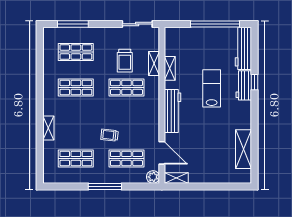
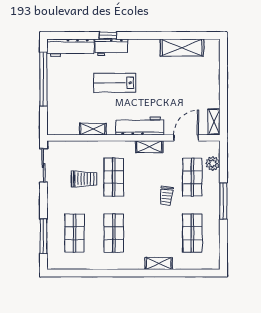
shelving: (154, 63) -> (149, 147), moved
plant: (153, 177) -> (213, 164), moved

